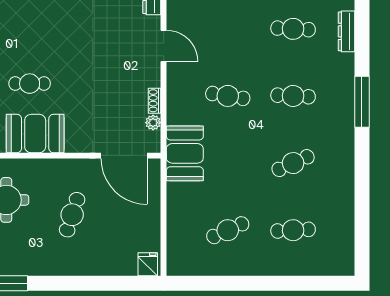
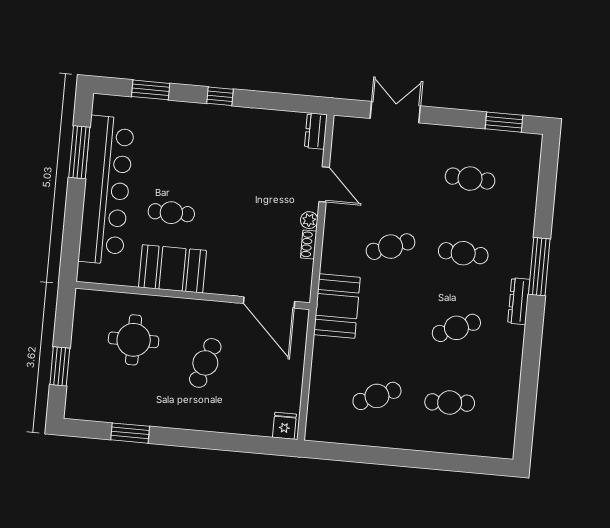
dresser: (346, 31) -> (519, 301), moved
cafe table: (228, 96) -> (391, 247), turned -30
plant: (153, 123) -> (309, 220), moved

